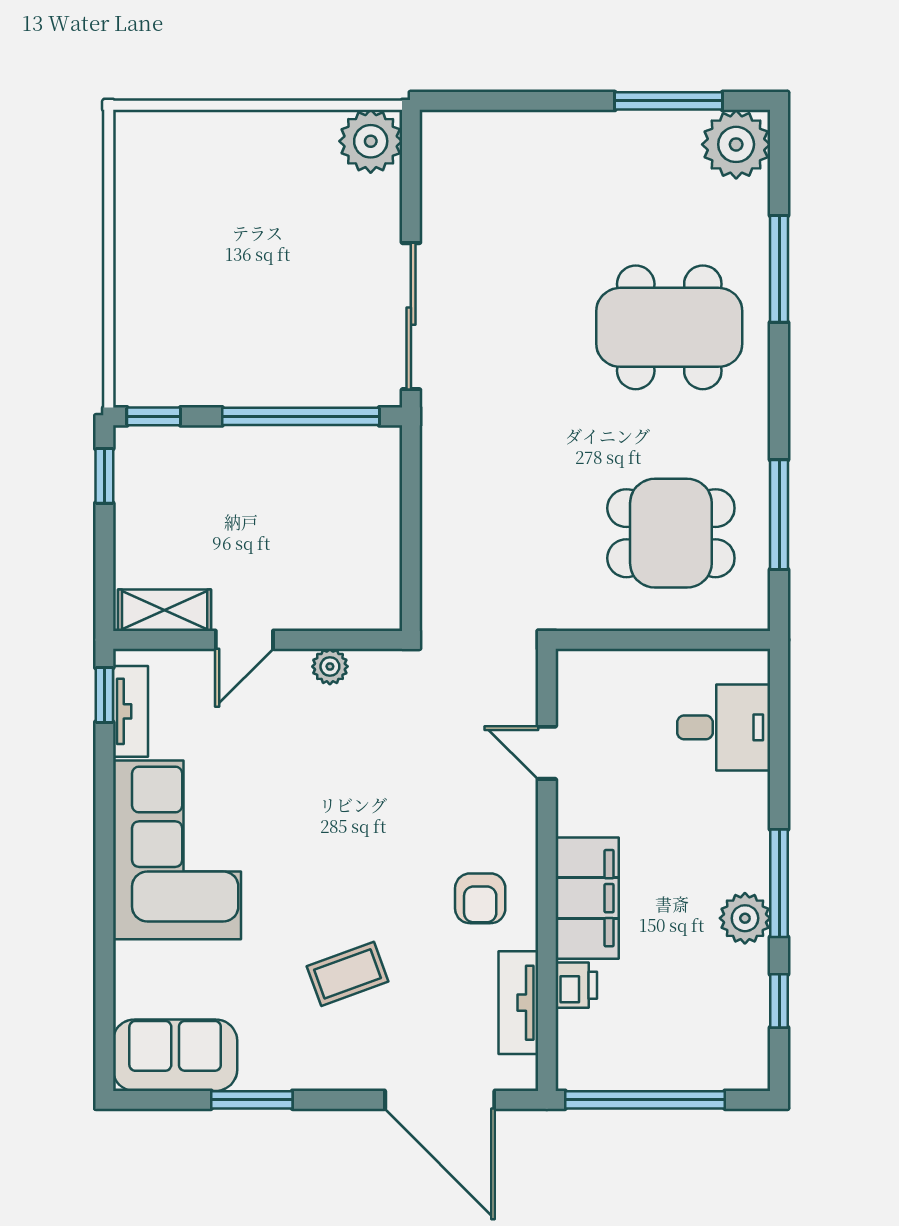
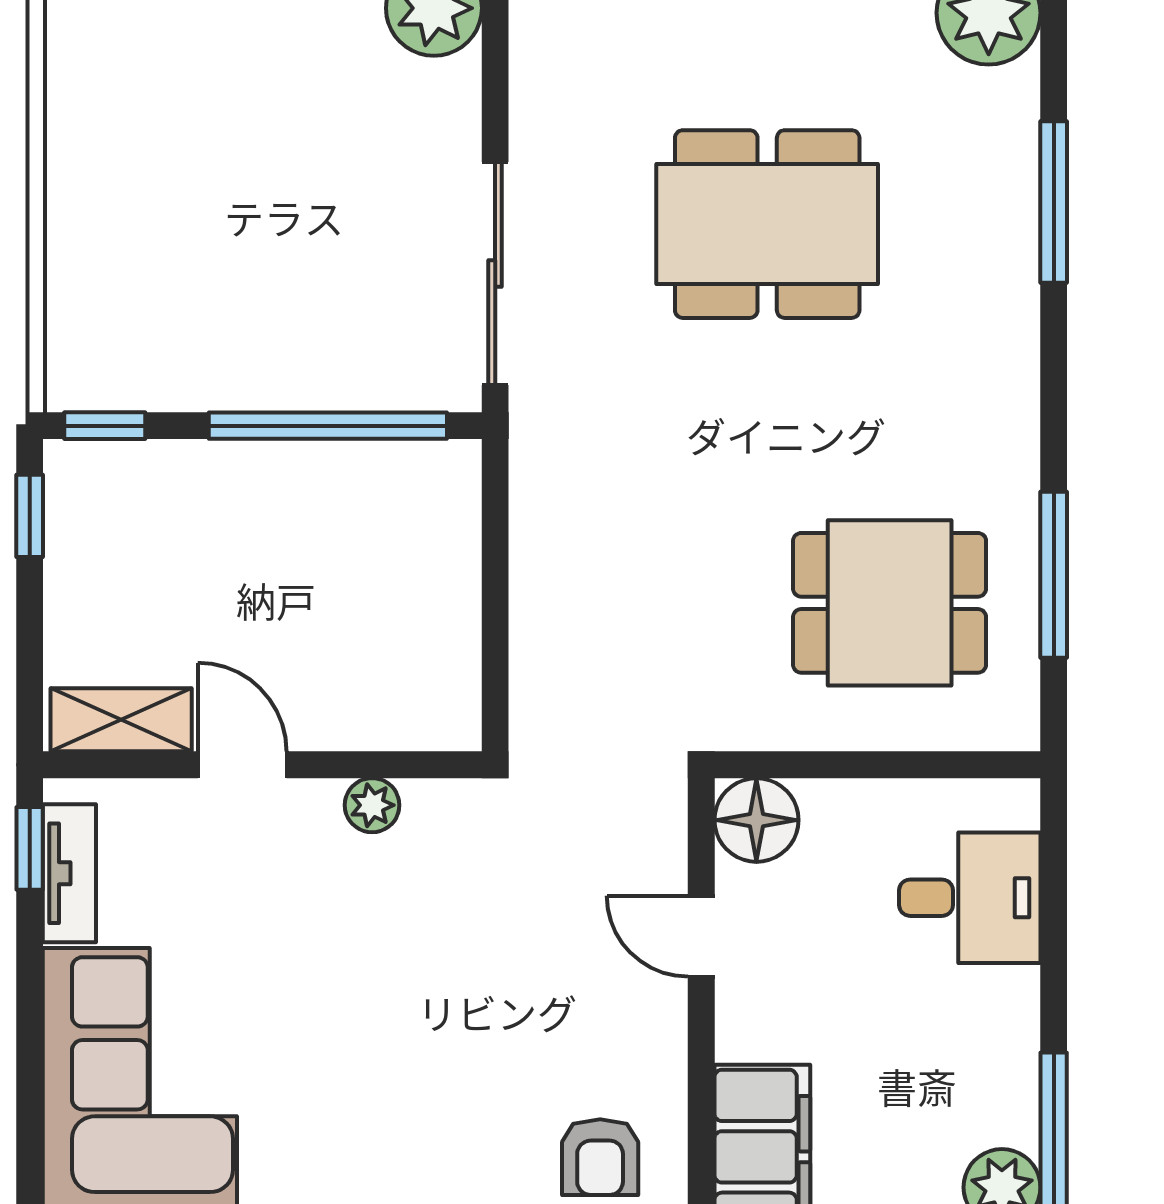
dining table: (669, 327) -> (767, 224), moved
door: (244, 640) -> (242, 765), swing flipped
floor lamp: (583, 676) -> (756, 820), added

